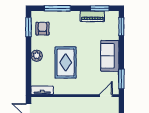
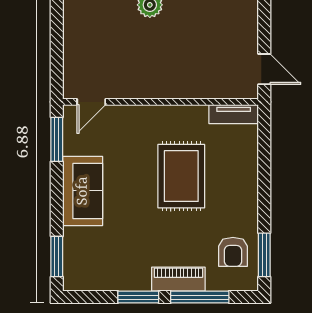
window: (100, 8) -> (138, 297), moved
piano: (92, 16) -> (178, 279), moved
plant: (37, 56) -> (246, 191), removed

